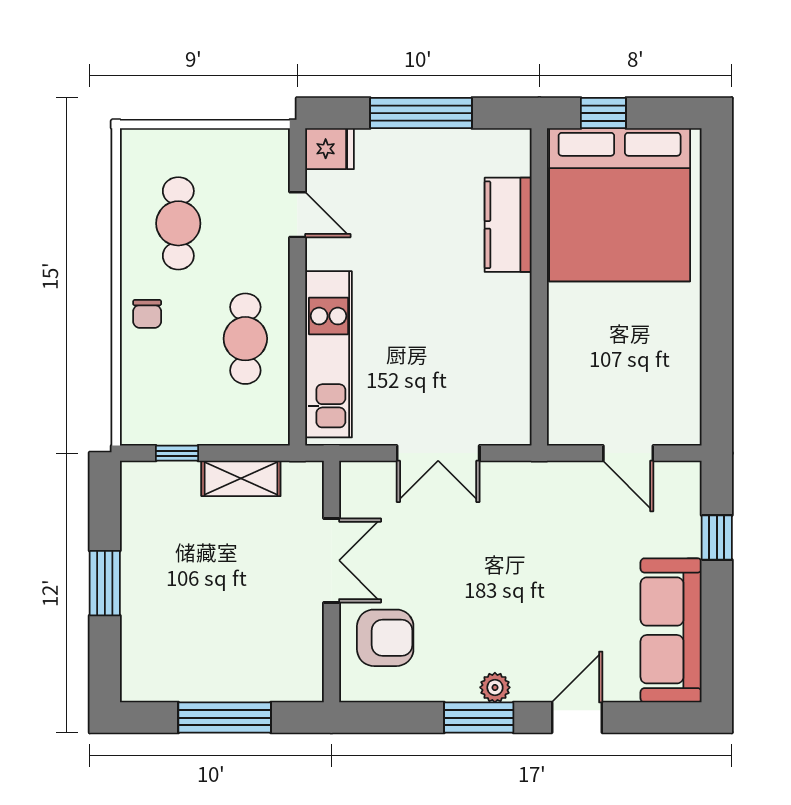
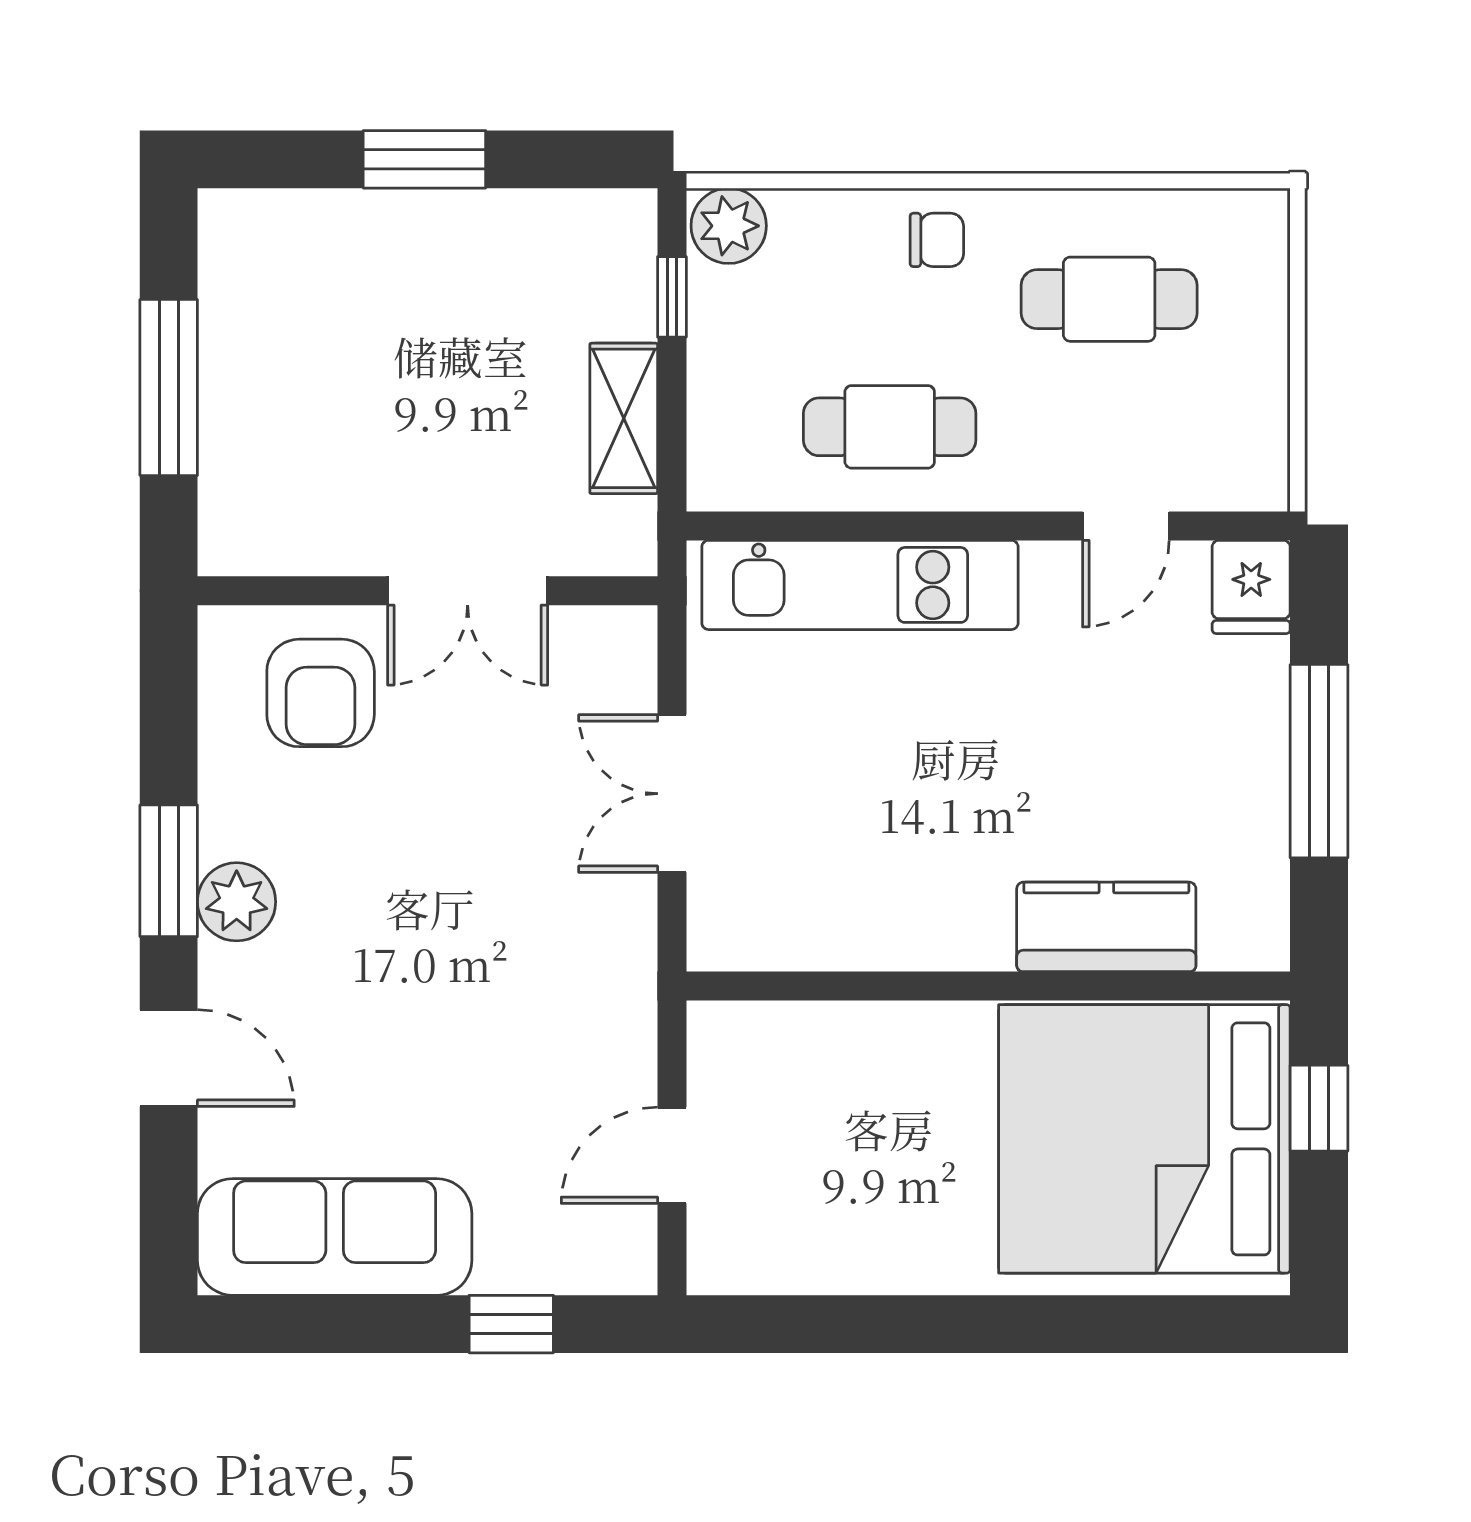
chair: (147, 314) -> (937, 240), turned 180
plant: (140, 423) -> (729, 226), added
plant: (495, 687) -> (237, 902), width x1.38, depth x1.38

